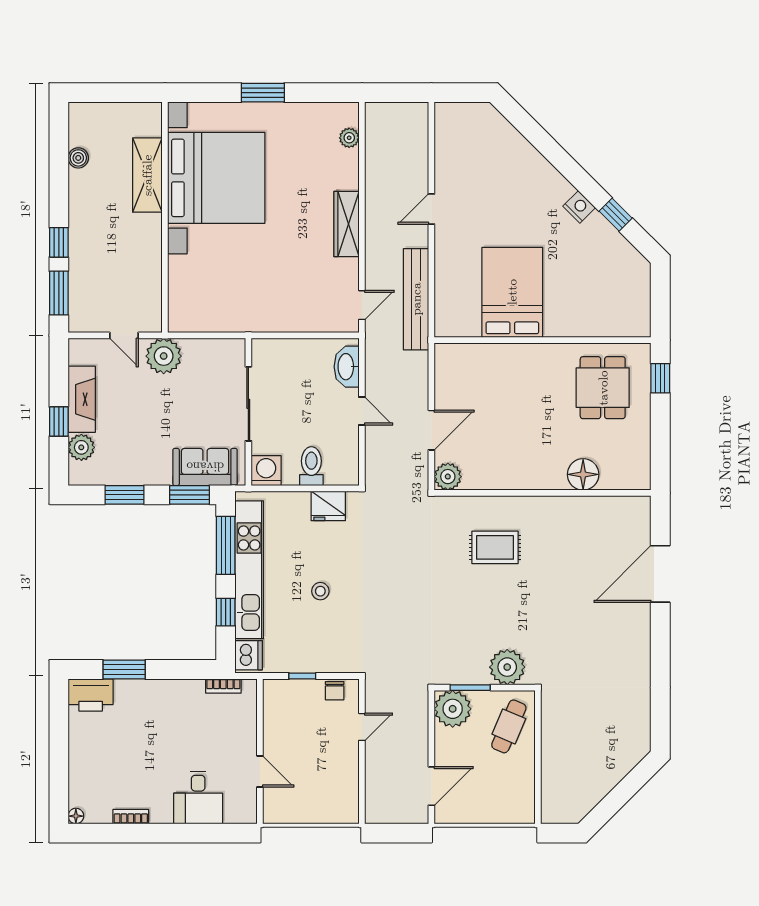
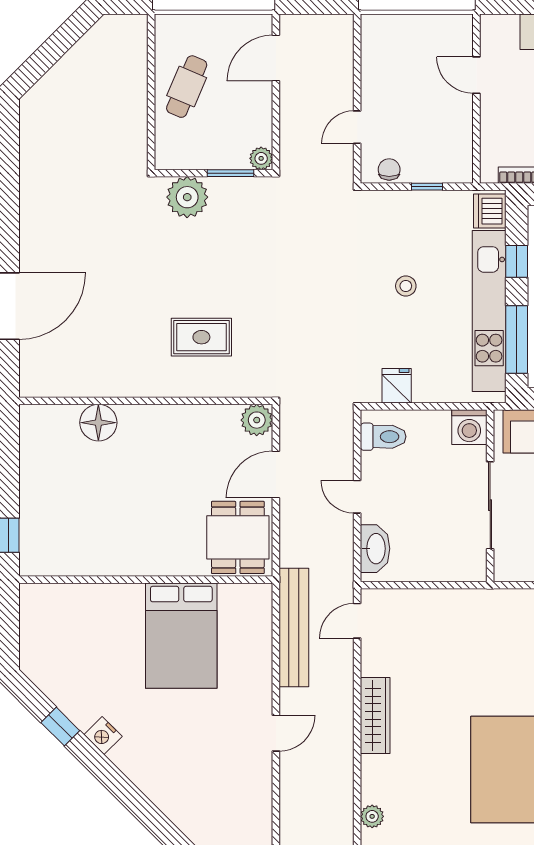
dining table: (603, 388) -> (238, 537), moved
toilet: (311, 466) -> (383, 437), moved, turned -90
fridge: (328, 506) -> (397, 386), width x0.72
plant: (453, 709) -> (261, 158), width x0.53, depth x0.53
cafe table: (509, 726) -> (187, 87), moved

